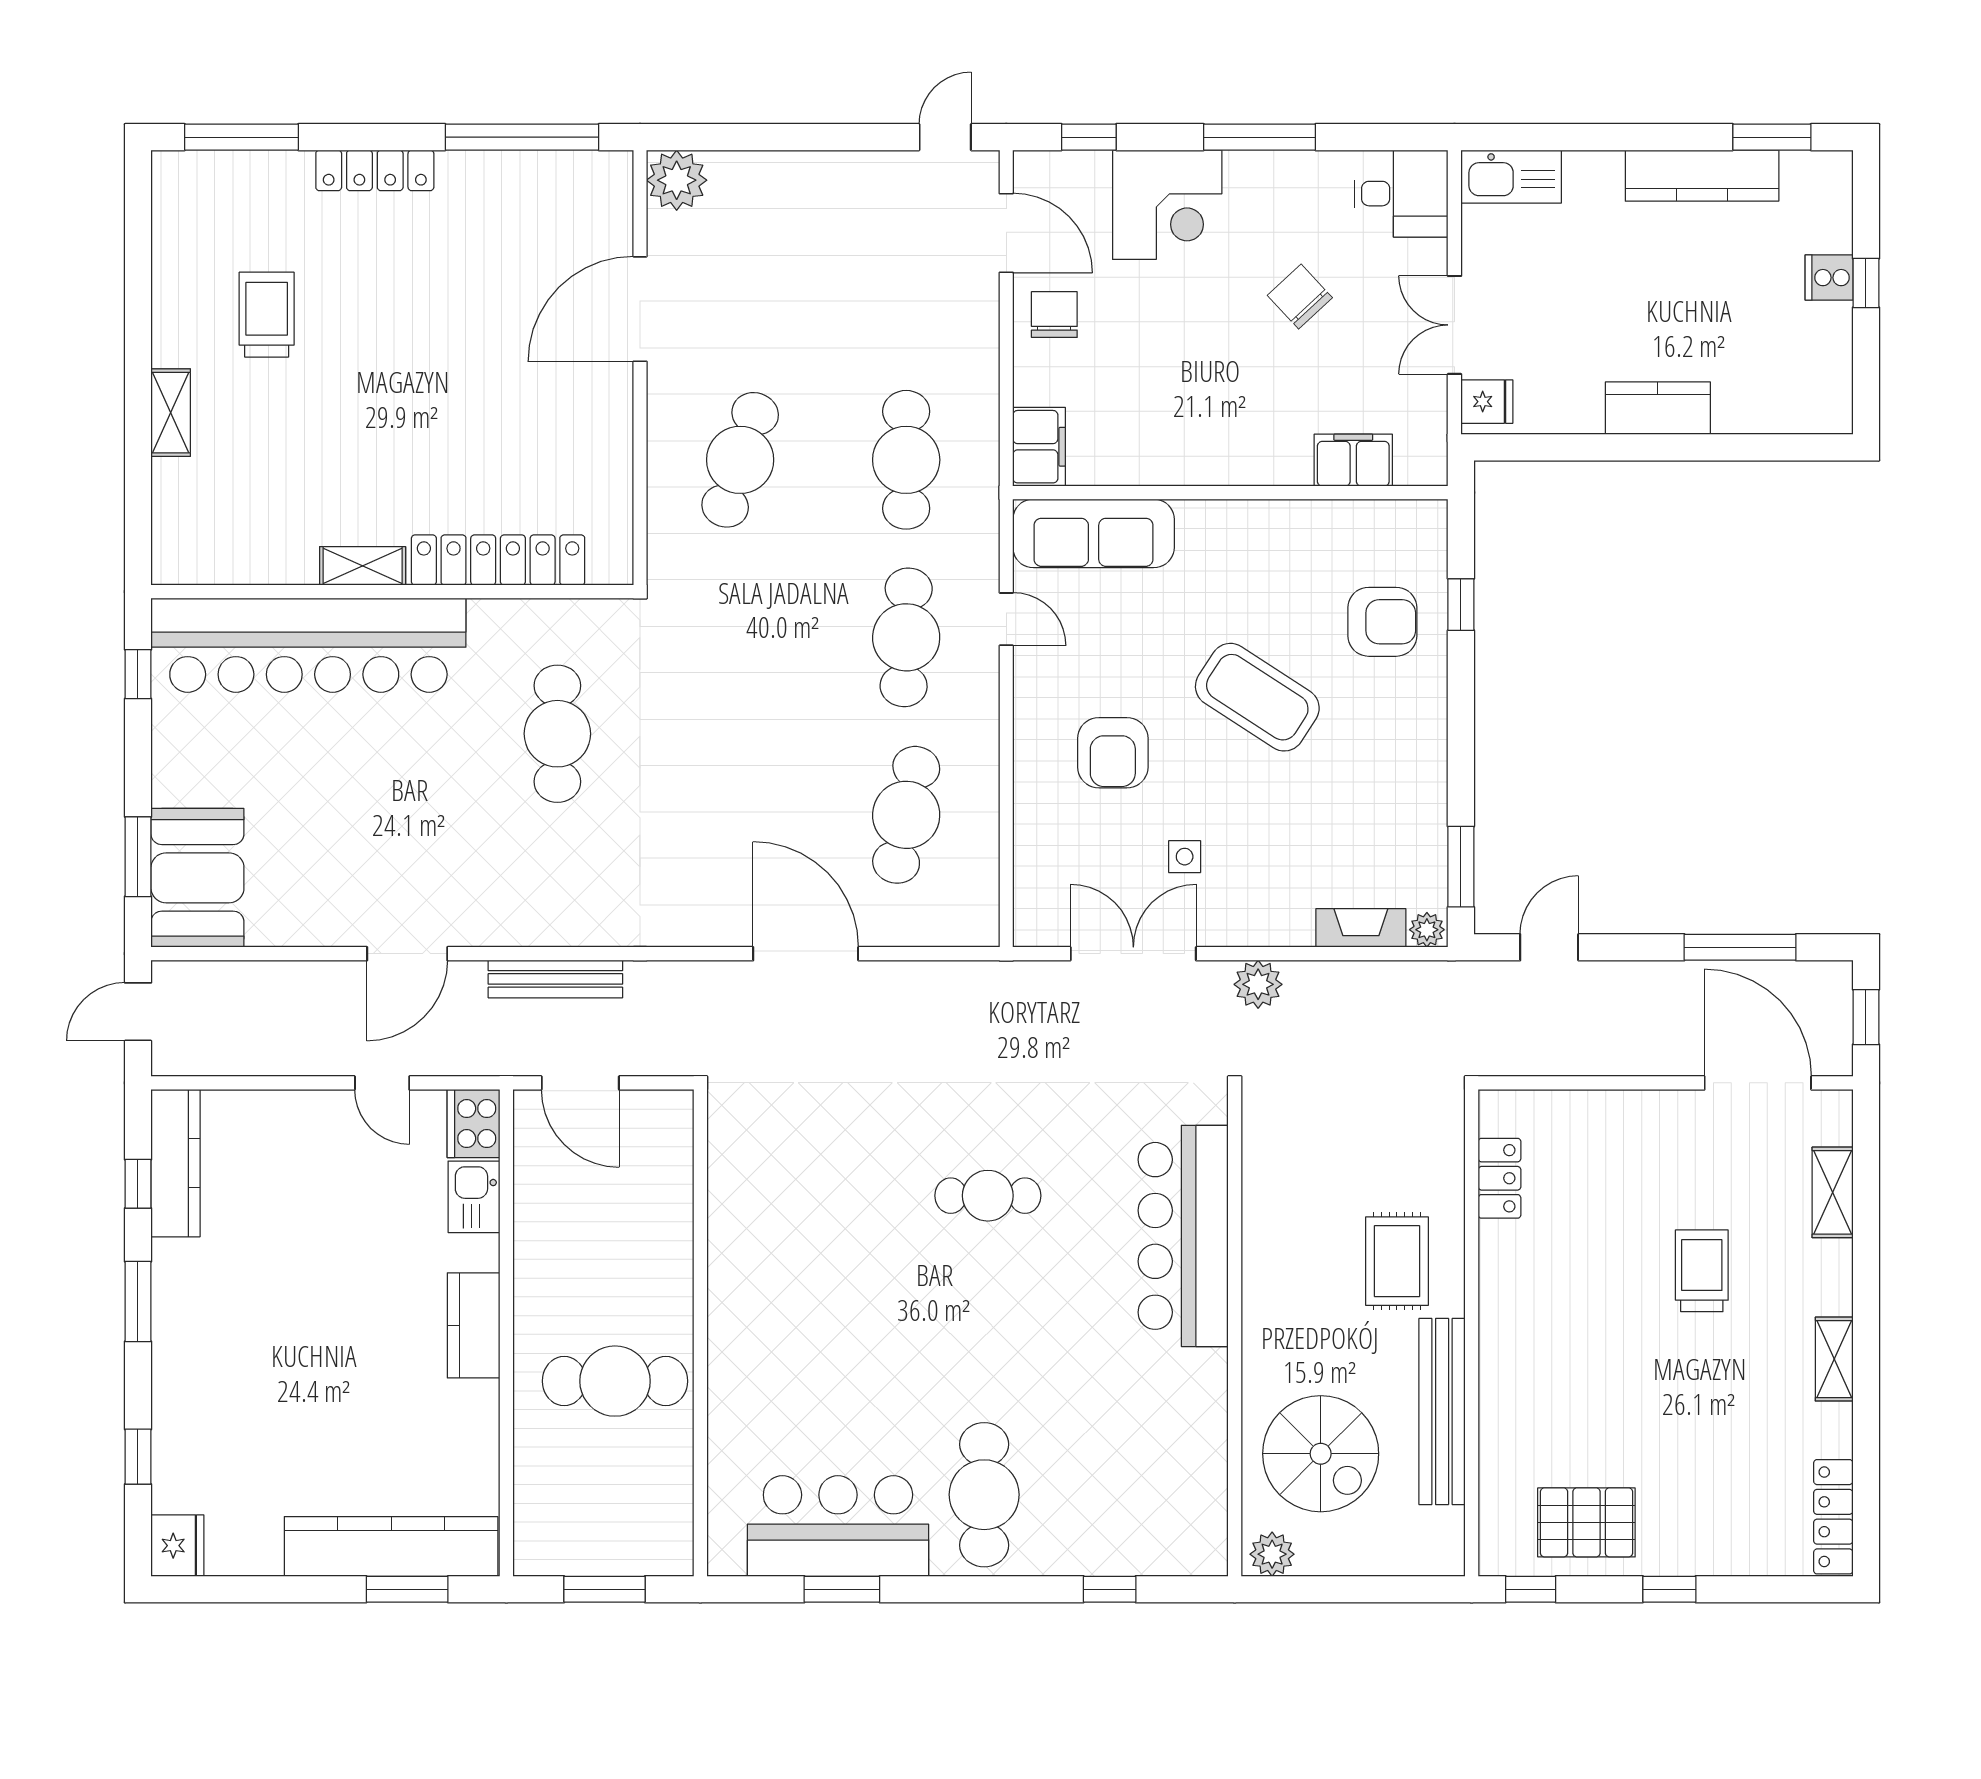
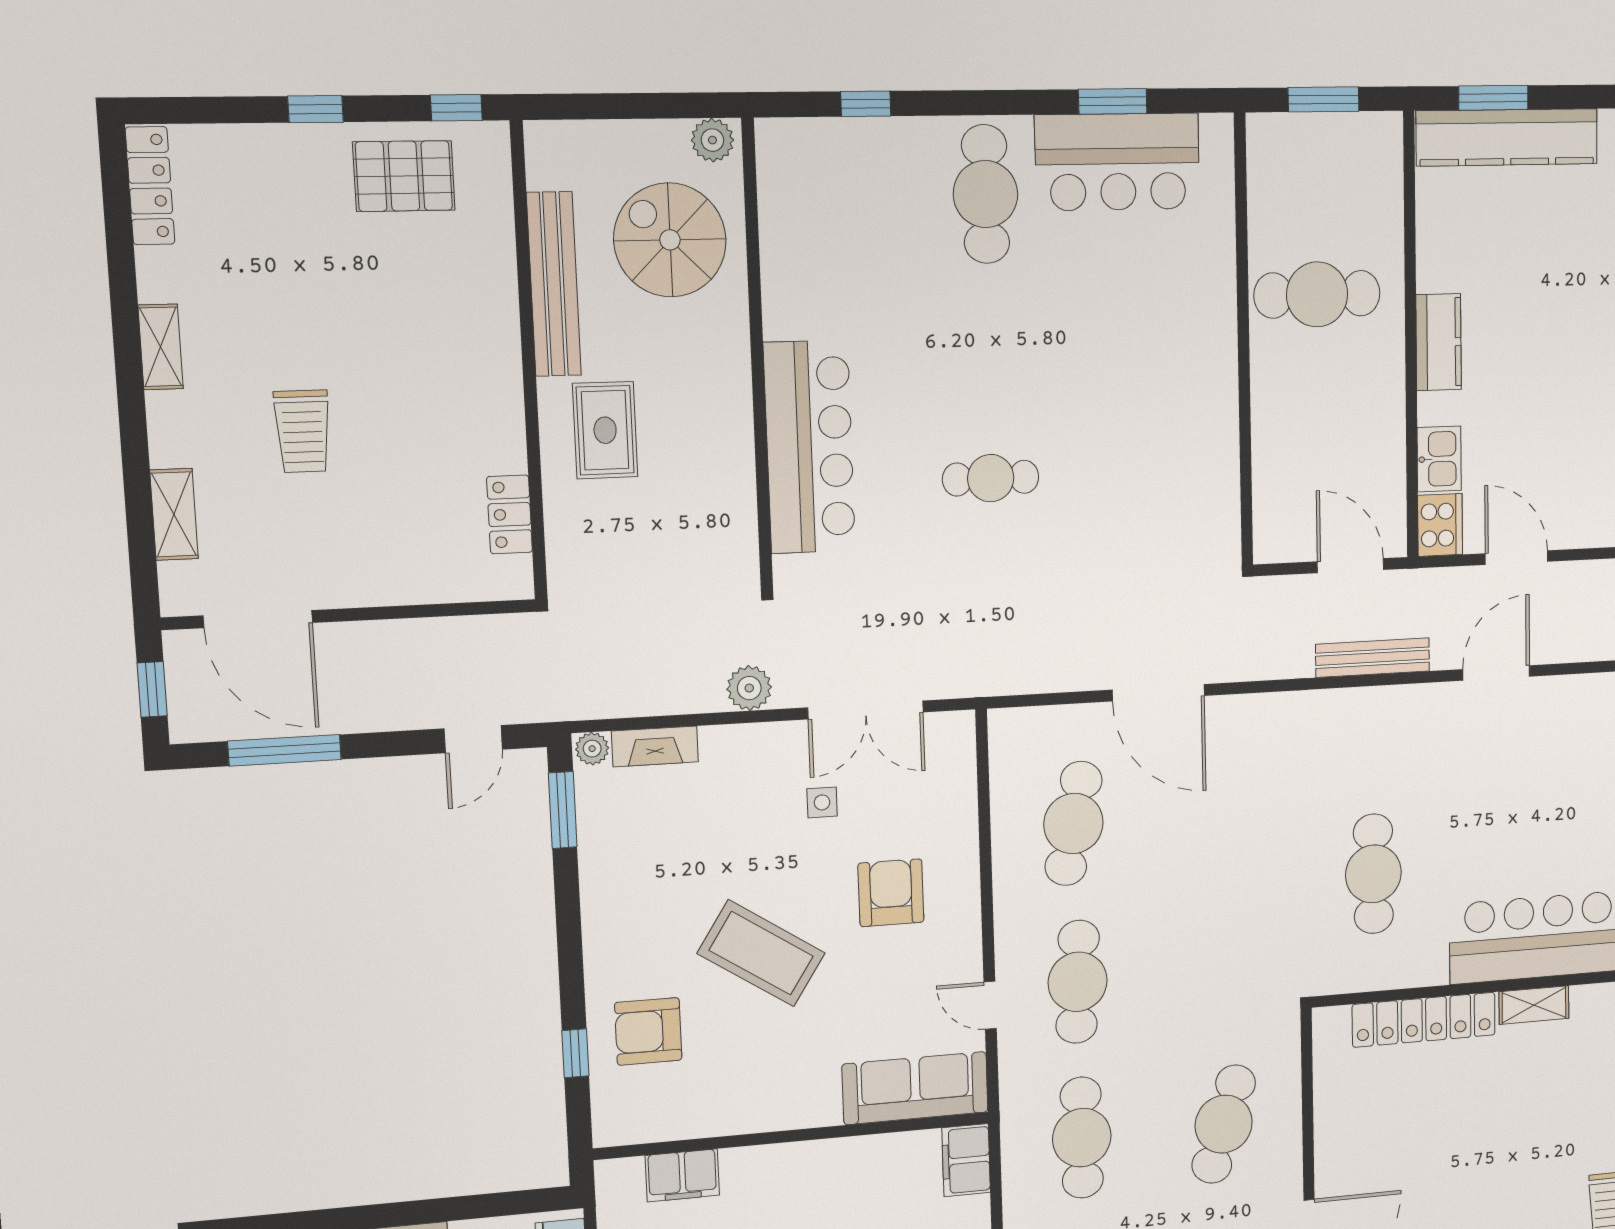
door: (382, 1083) -> (1516, 558), width x1.38

